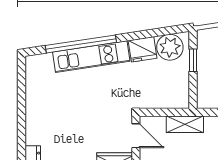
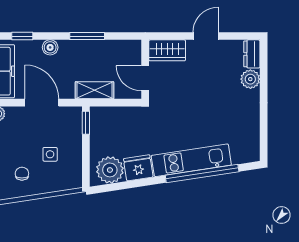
window: (193, 60) -> (86, 123), moved
plant: (34, 135) -> (250, 79), added

